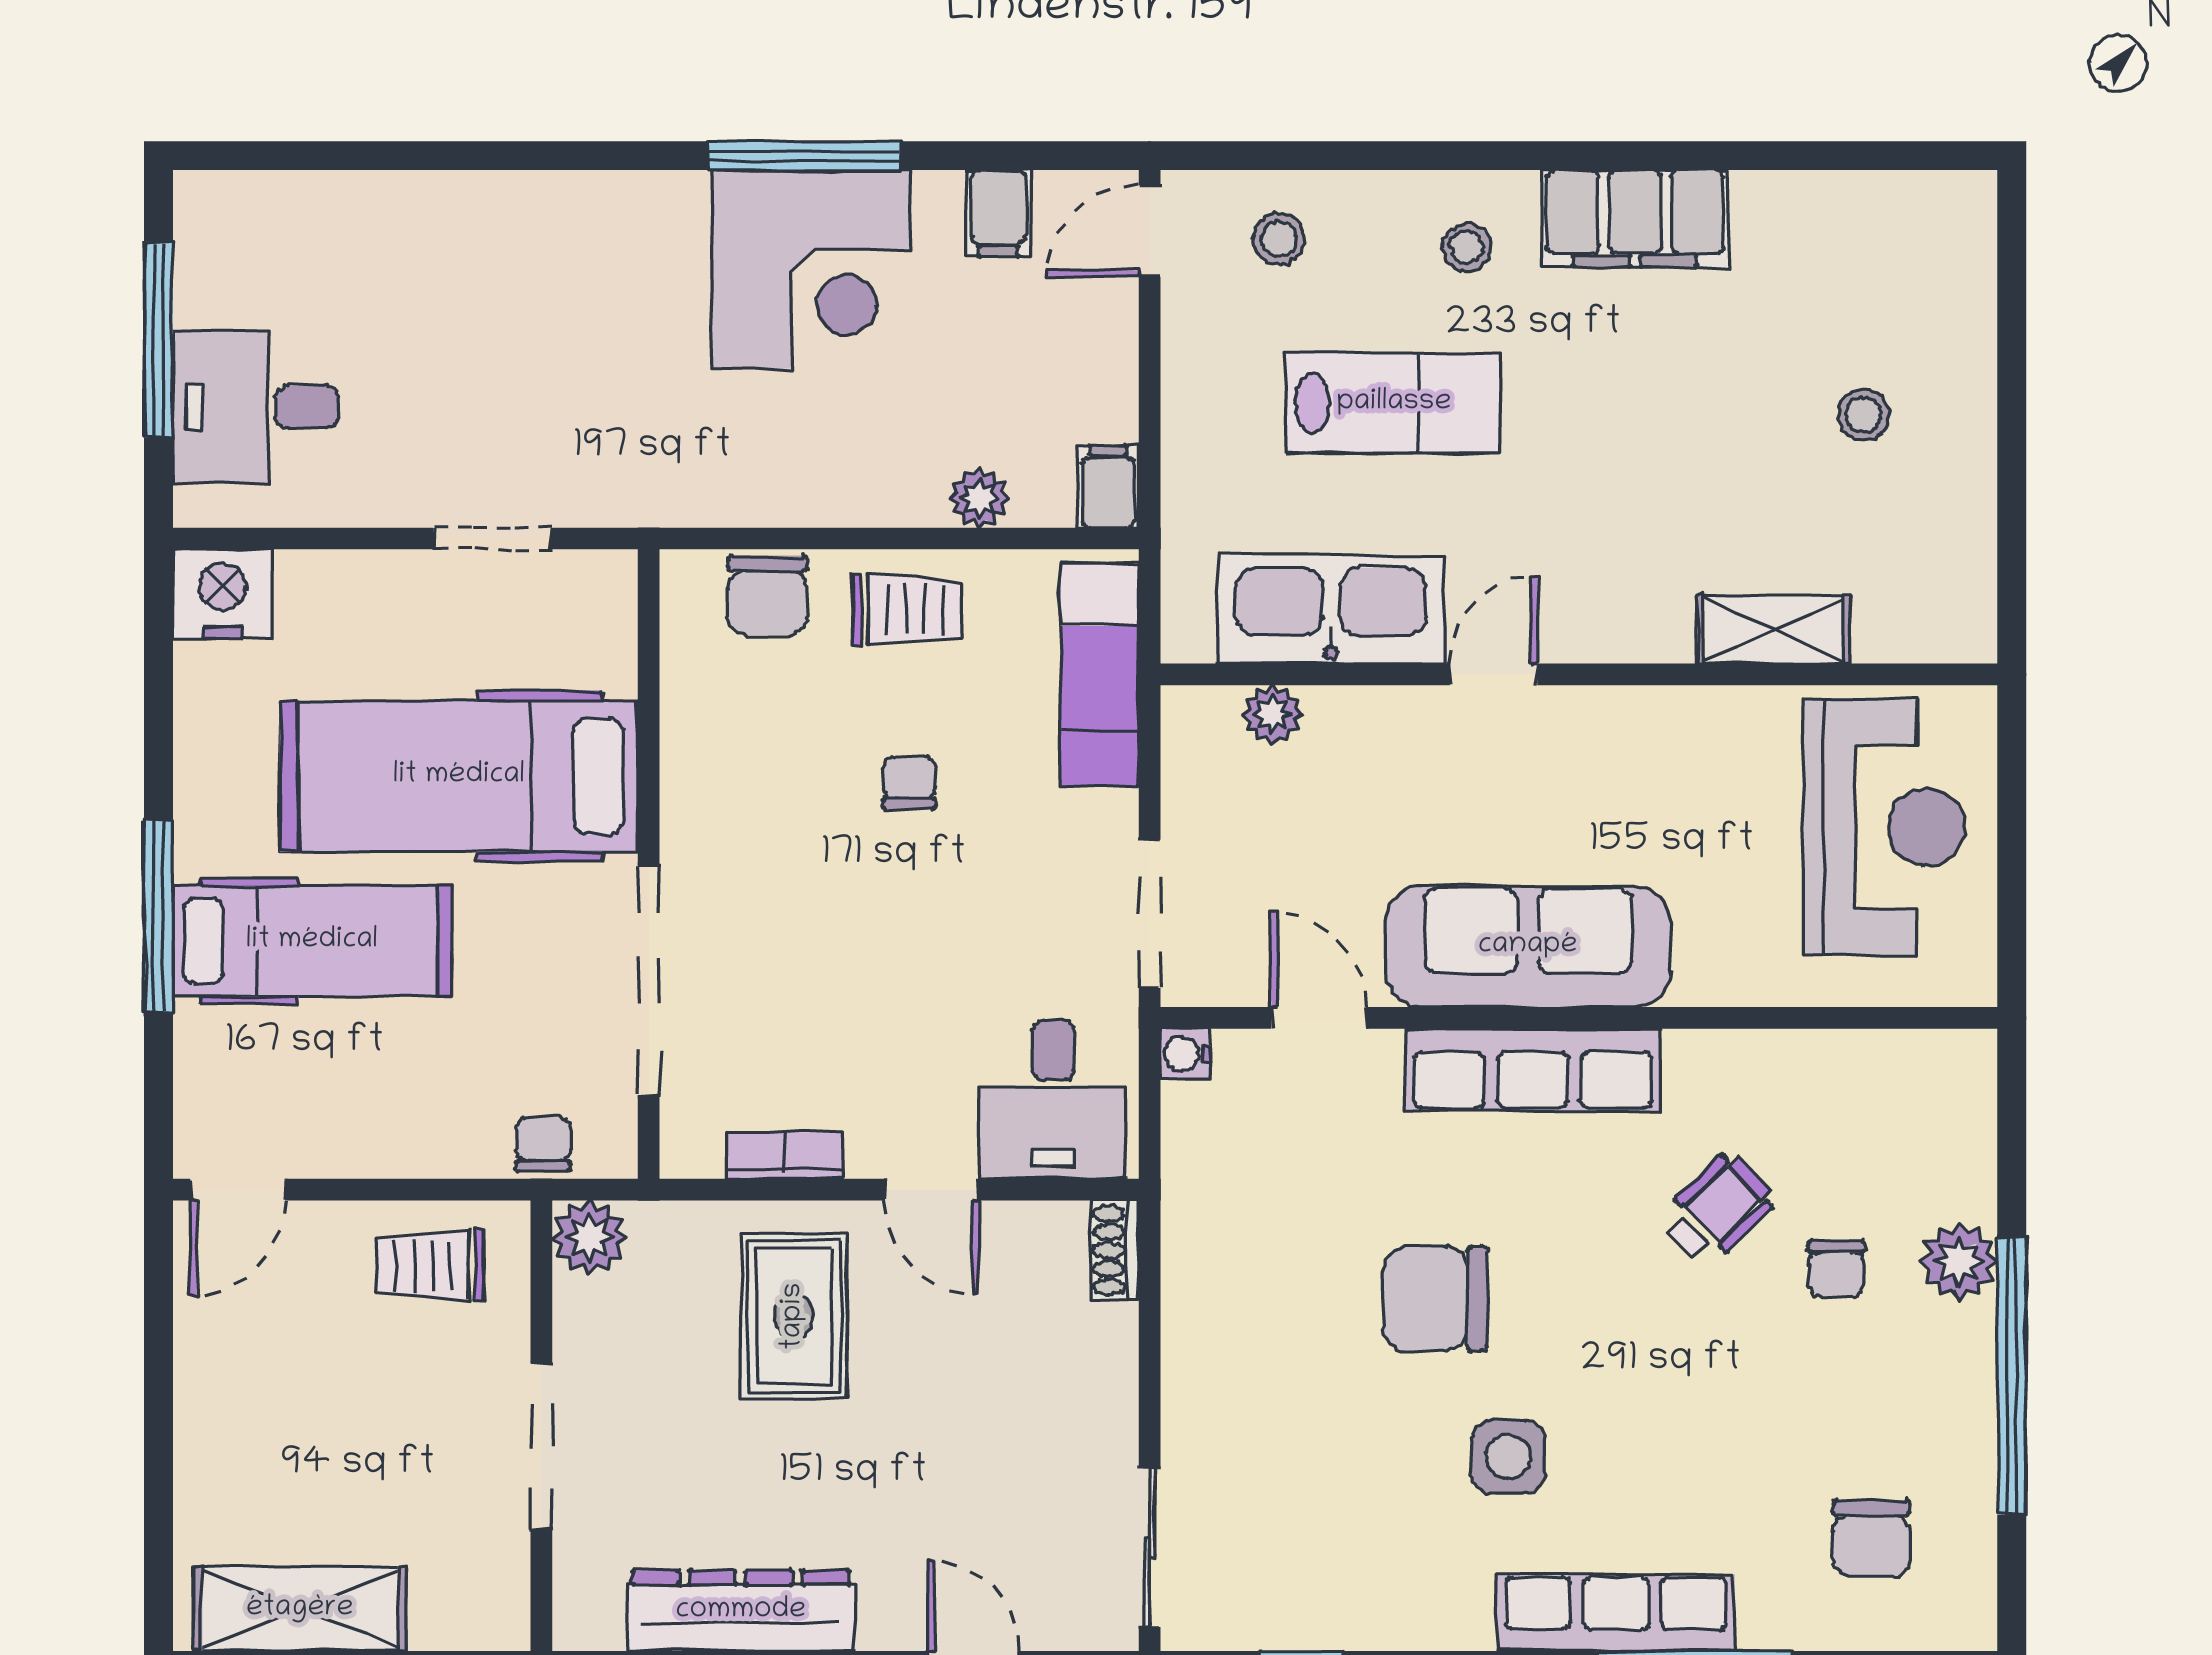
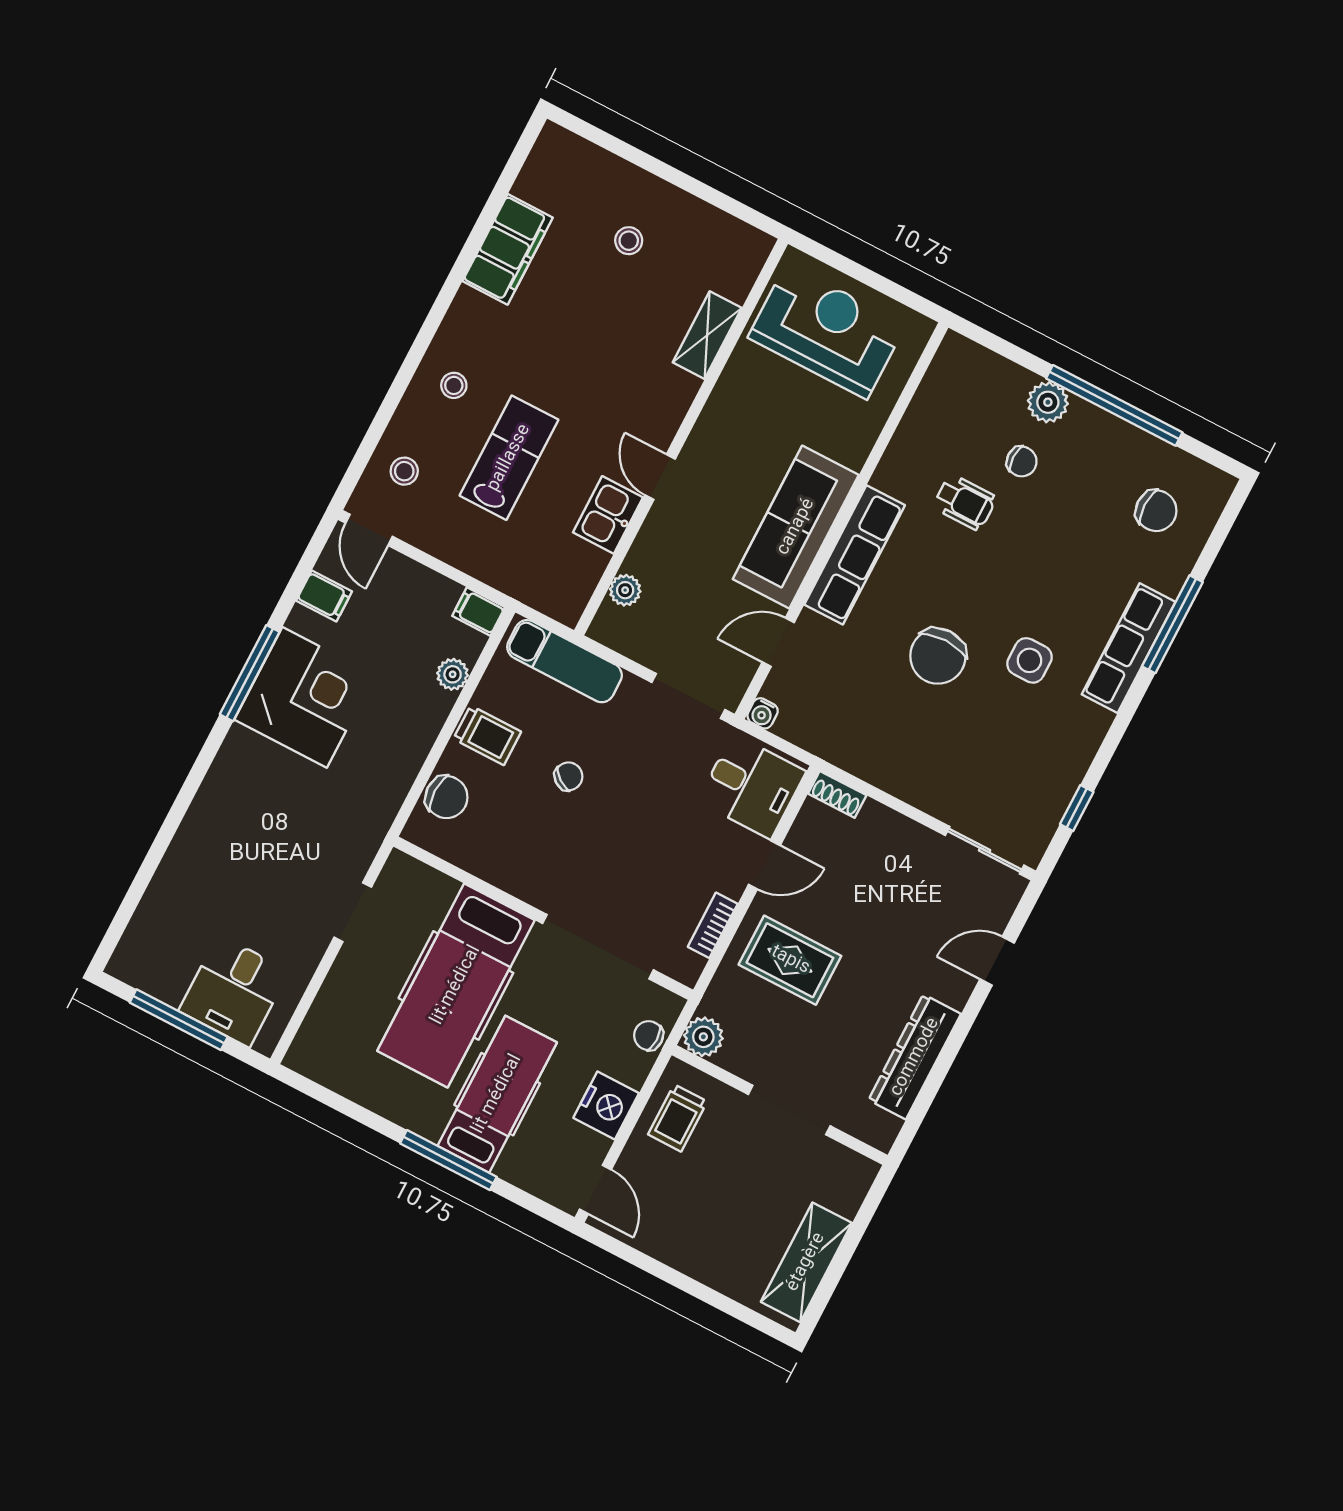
filing cabinet: (1635, 218) -> (508, 249), moved
nightstand: (223, 594) -> (606, 1105), moved, turned 180
kitchen sink: (1331, 609) -> (608, 515), width x0.53, depth x0.81
trolley: (907, 610) -> (487, 735), turned 90
chair: (909, 782) -> (568, 776), turned 126
wheelchair: (1718, 1209) -> (965, 502), turned 134

